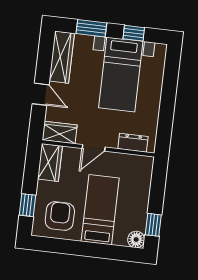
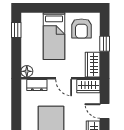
door: (94, 148) -> (64, 78), swing flipped
window: (28, 205) -> (105, 44), moved
floor lamp: (136, 240) -> (27, 71), moved

